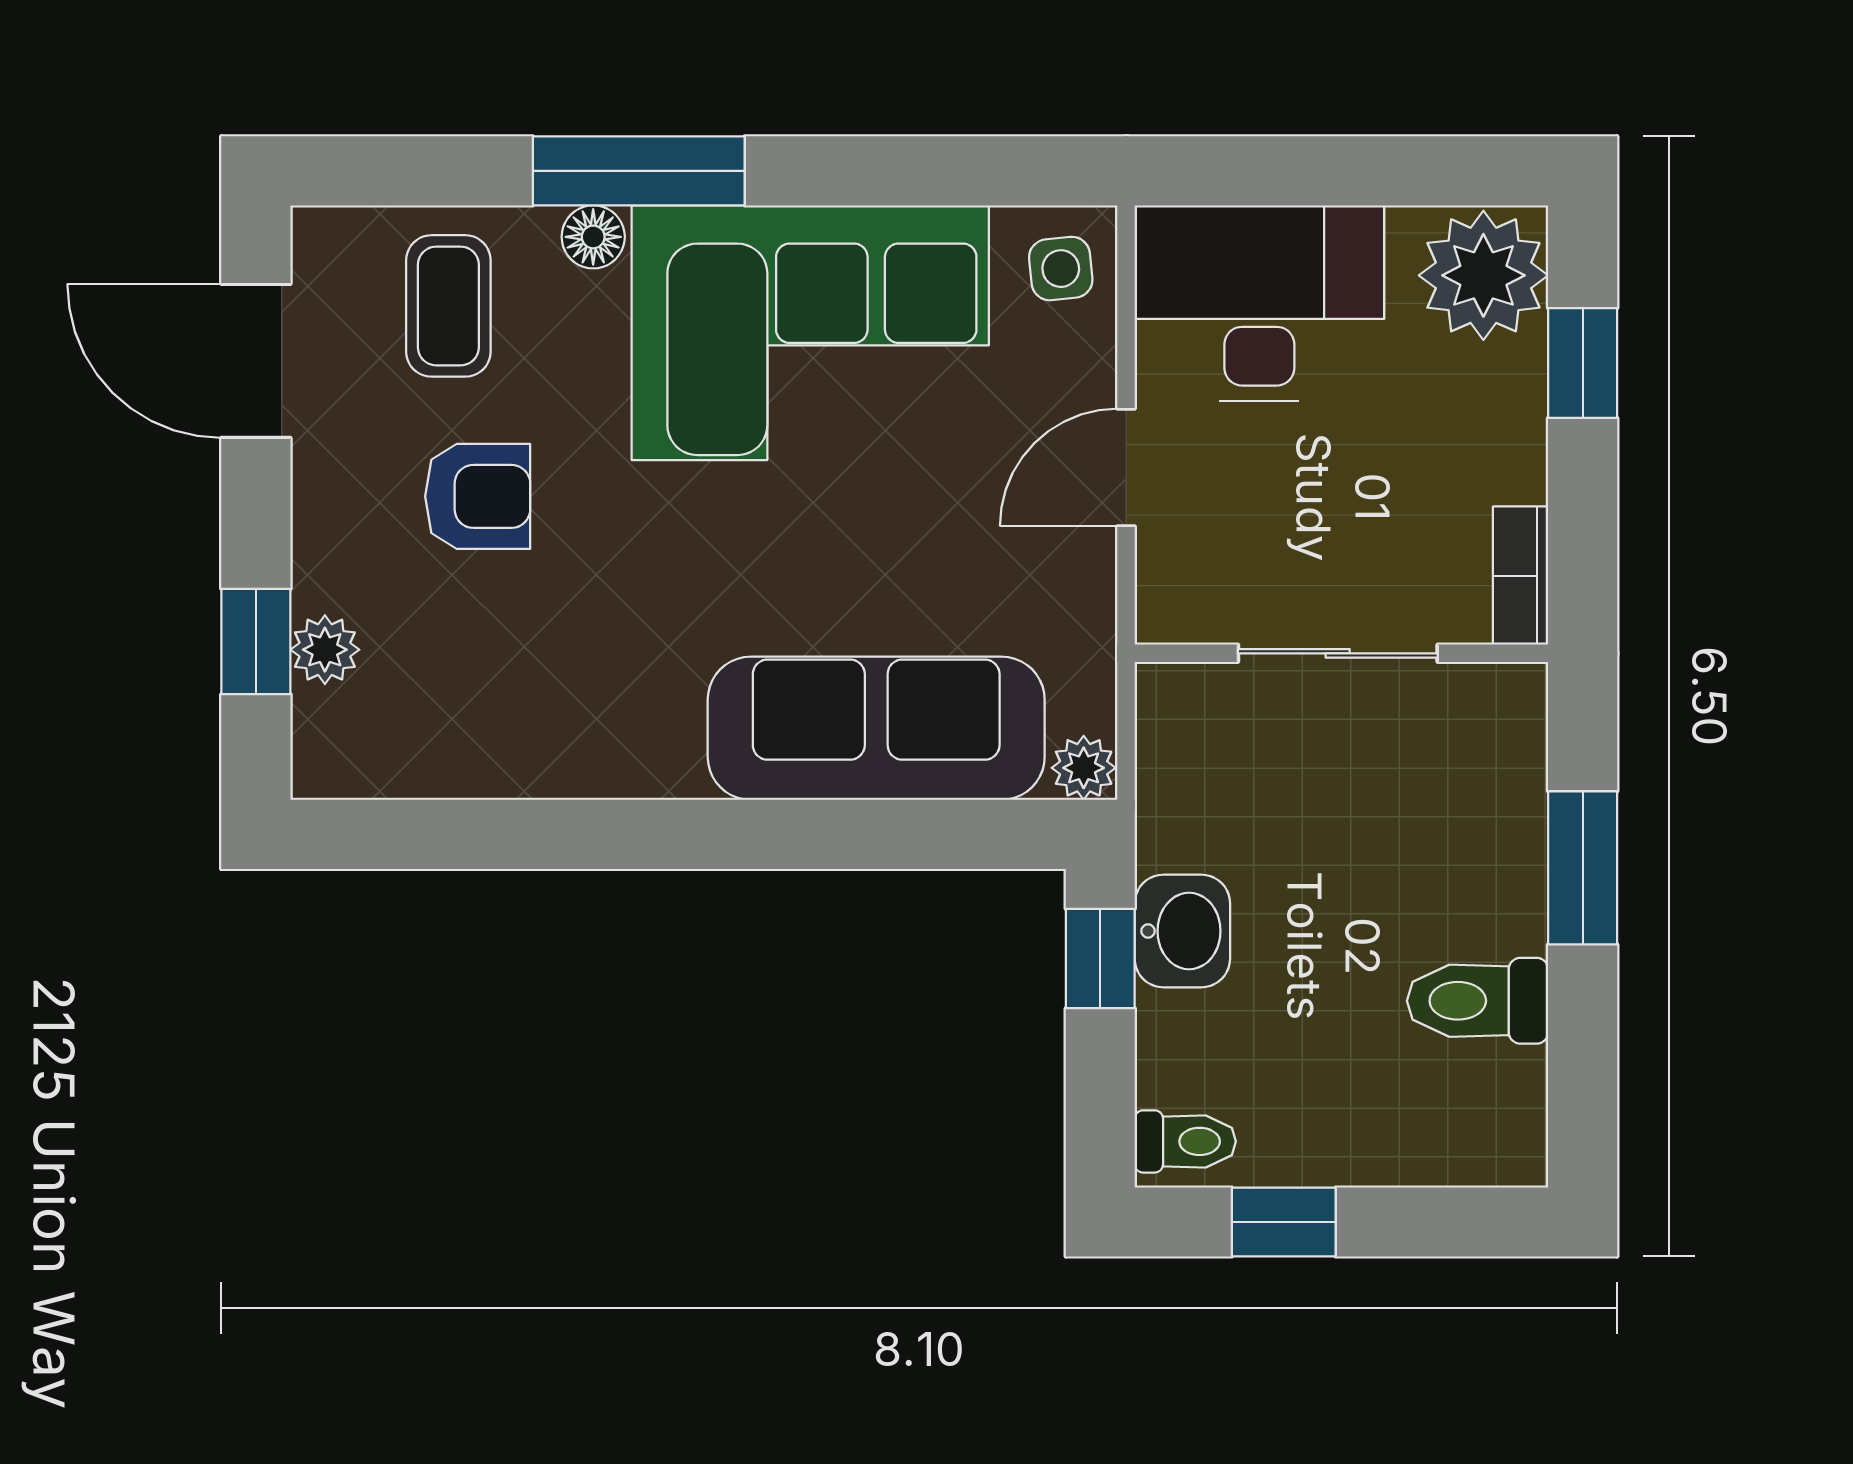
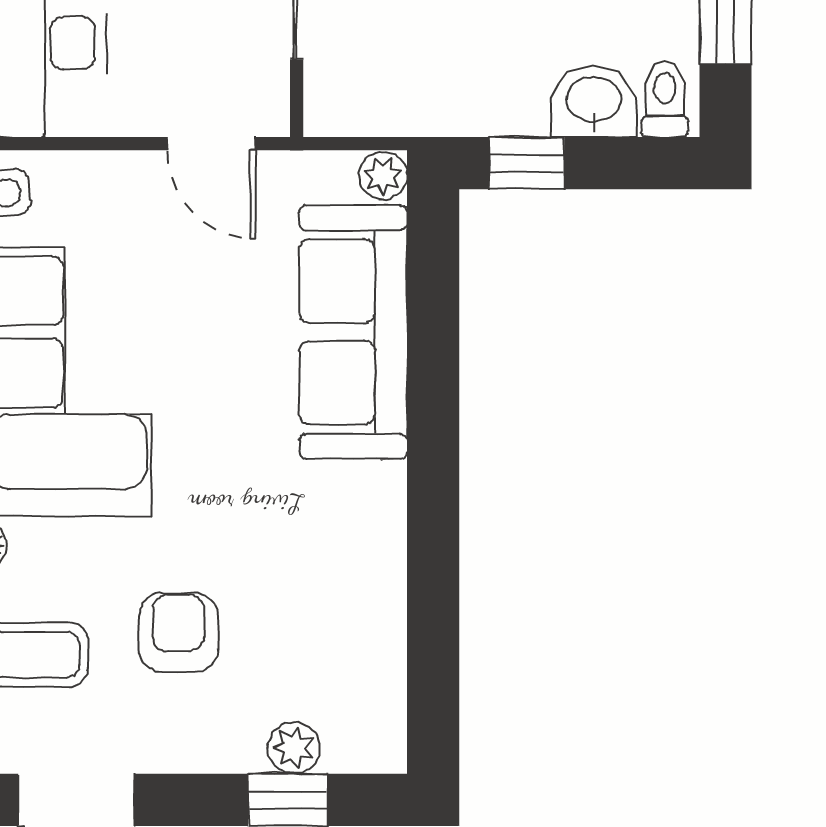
door: (1126, 468) -> (211, 144), moved
washbasin: (1182, 931) -> (594, 101), moved

